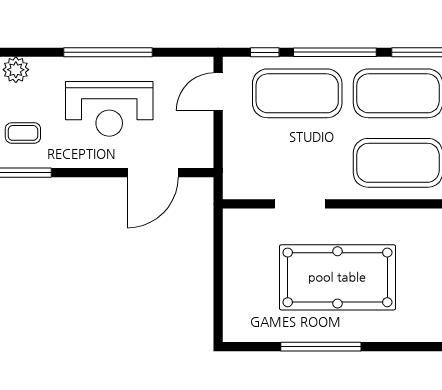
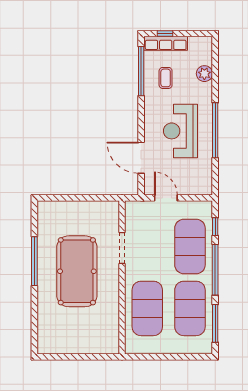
door: (218, 92) -> (166, 198), moved

